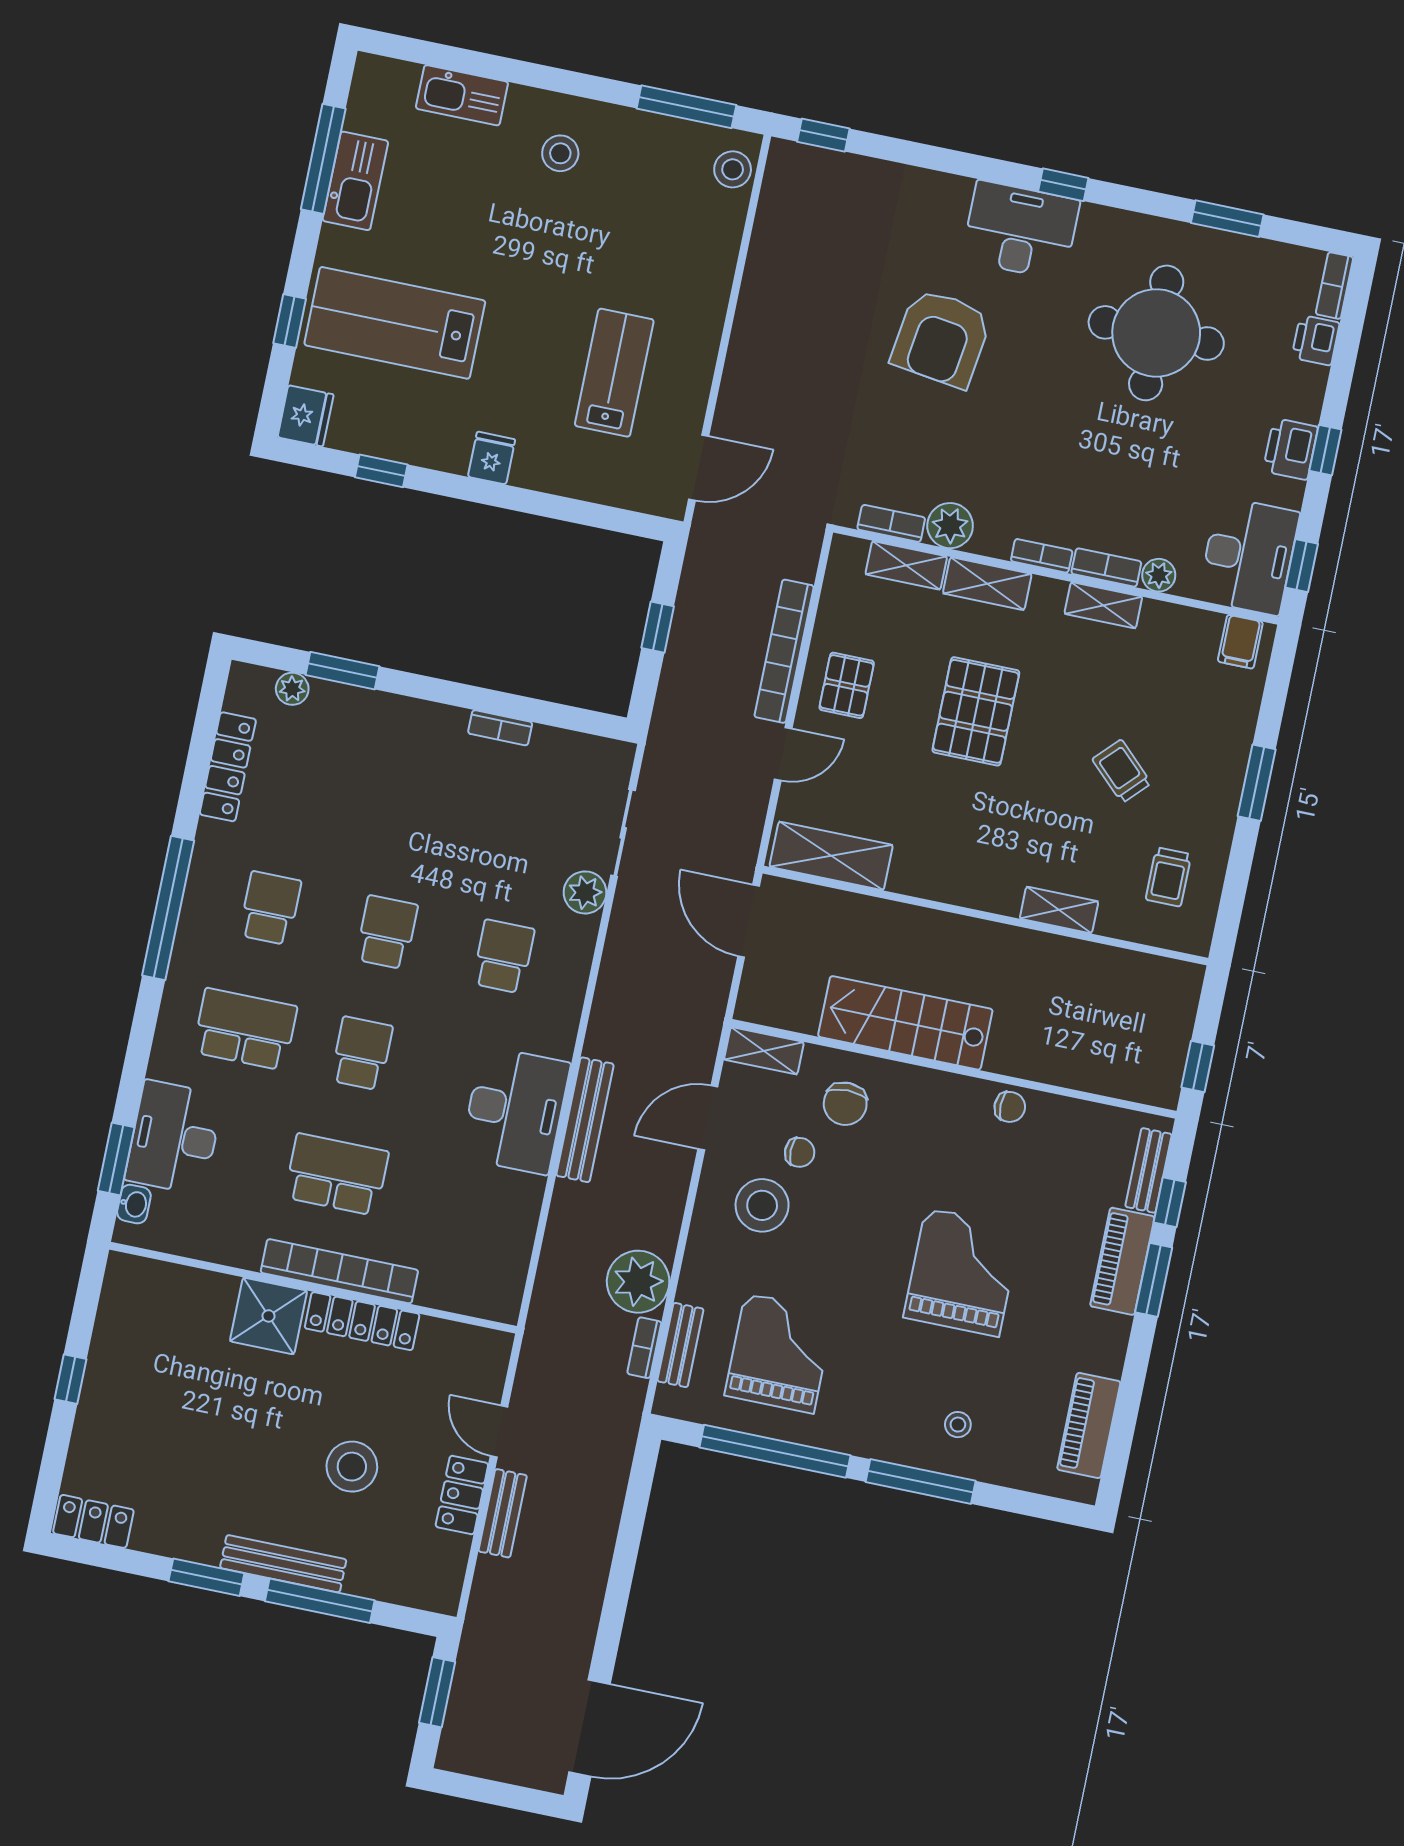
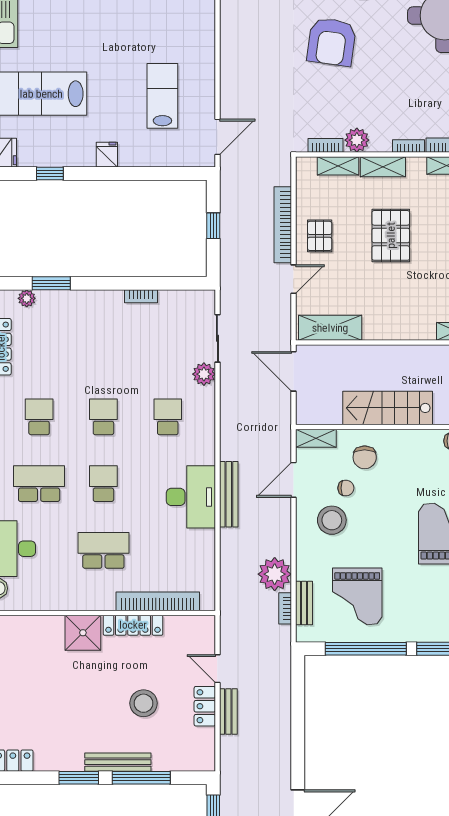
bookcase: (339, 1271) -> (158, 601), moved
grand piano: (779, 1353) -> (357, 596), turned 180

